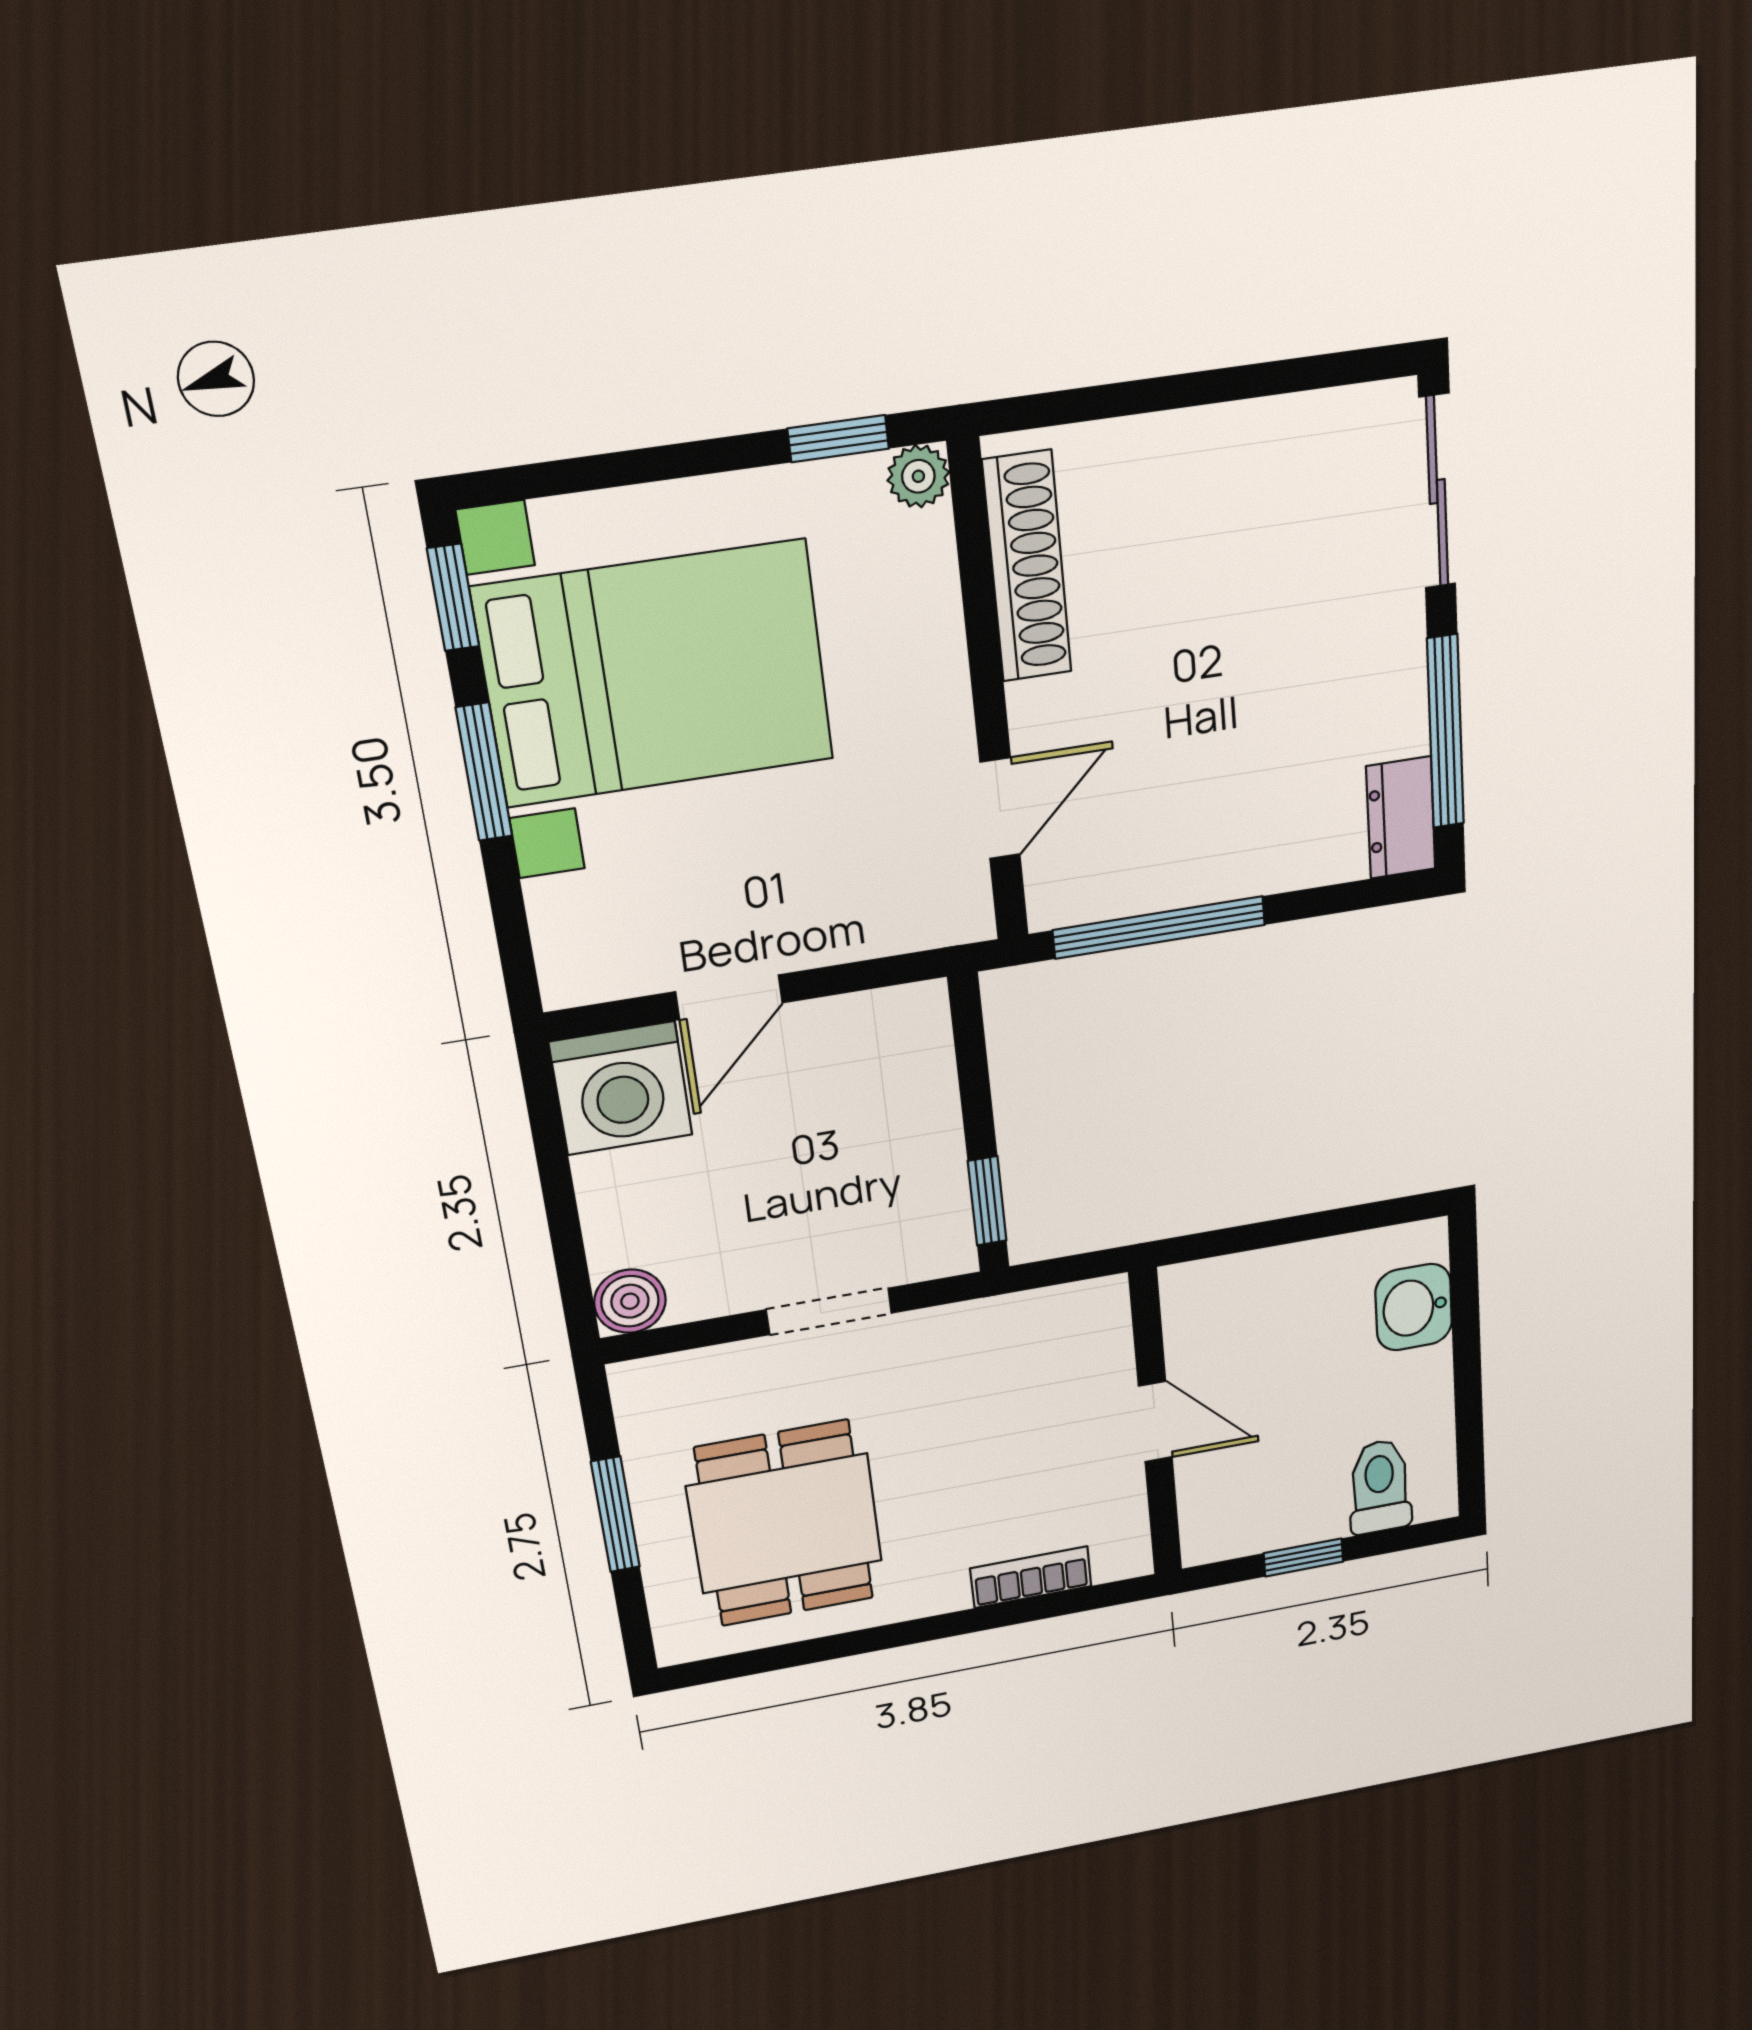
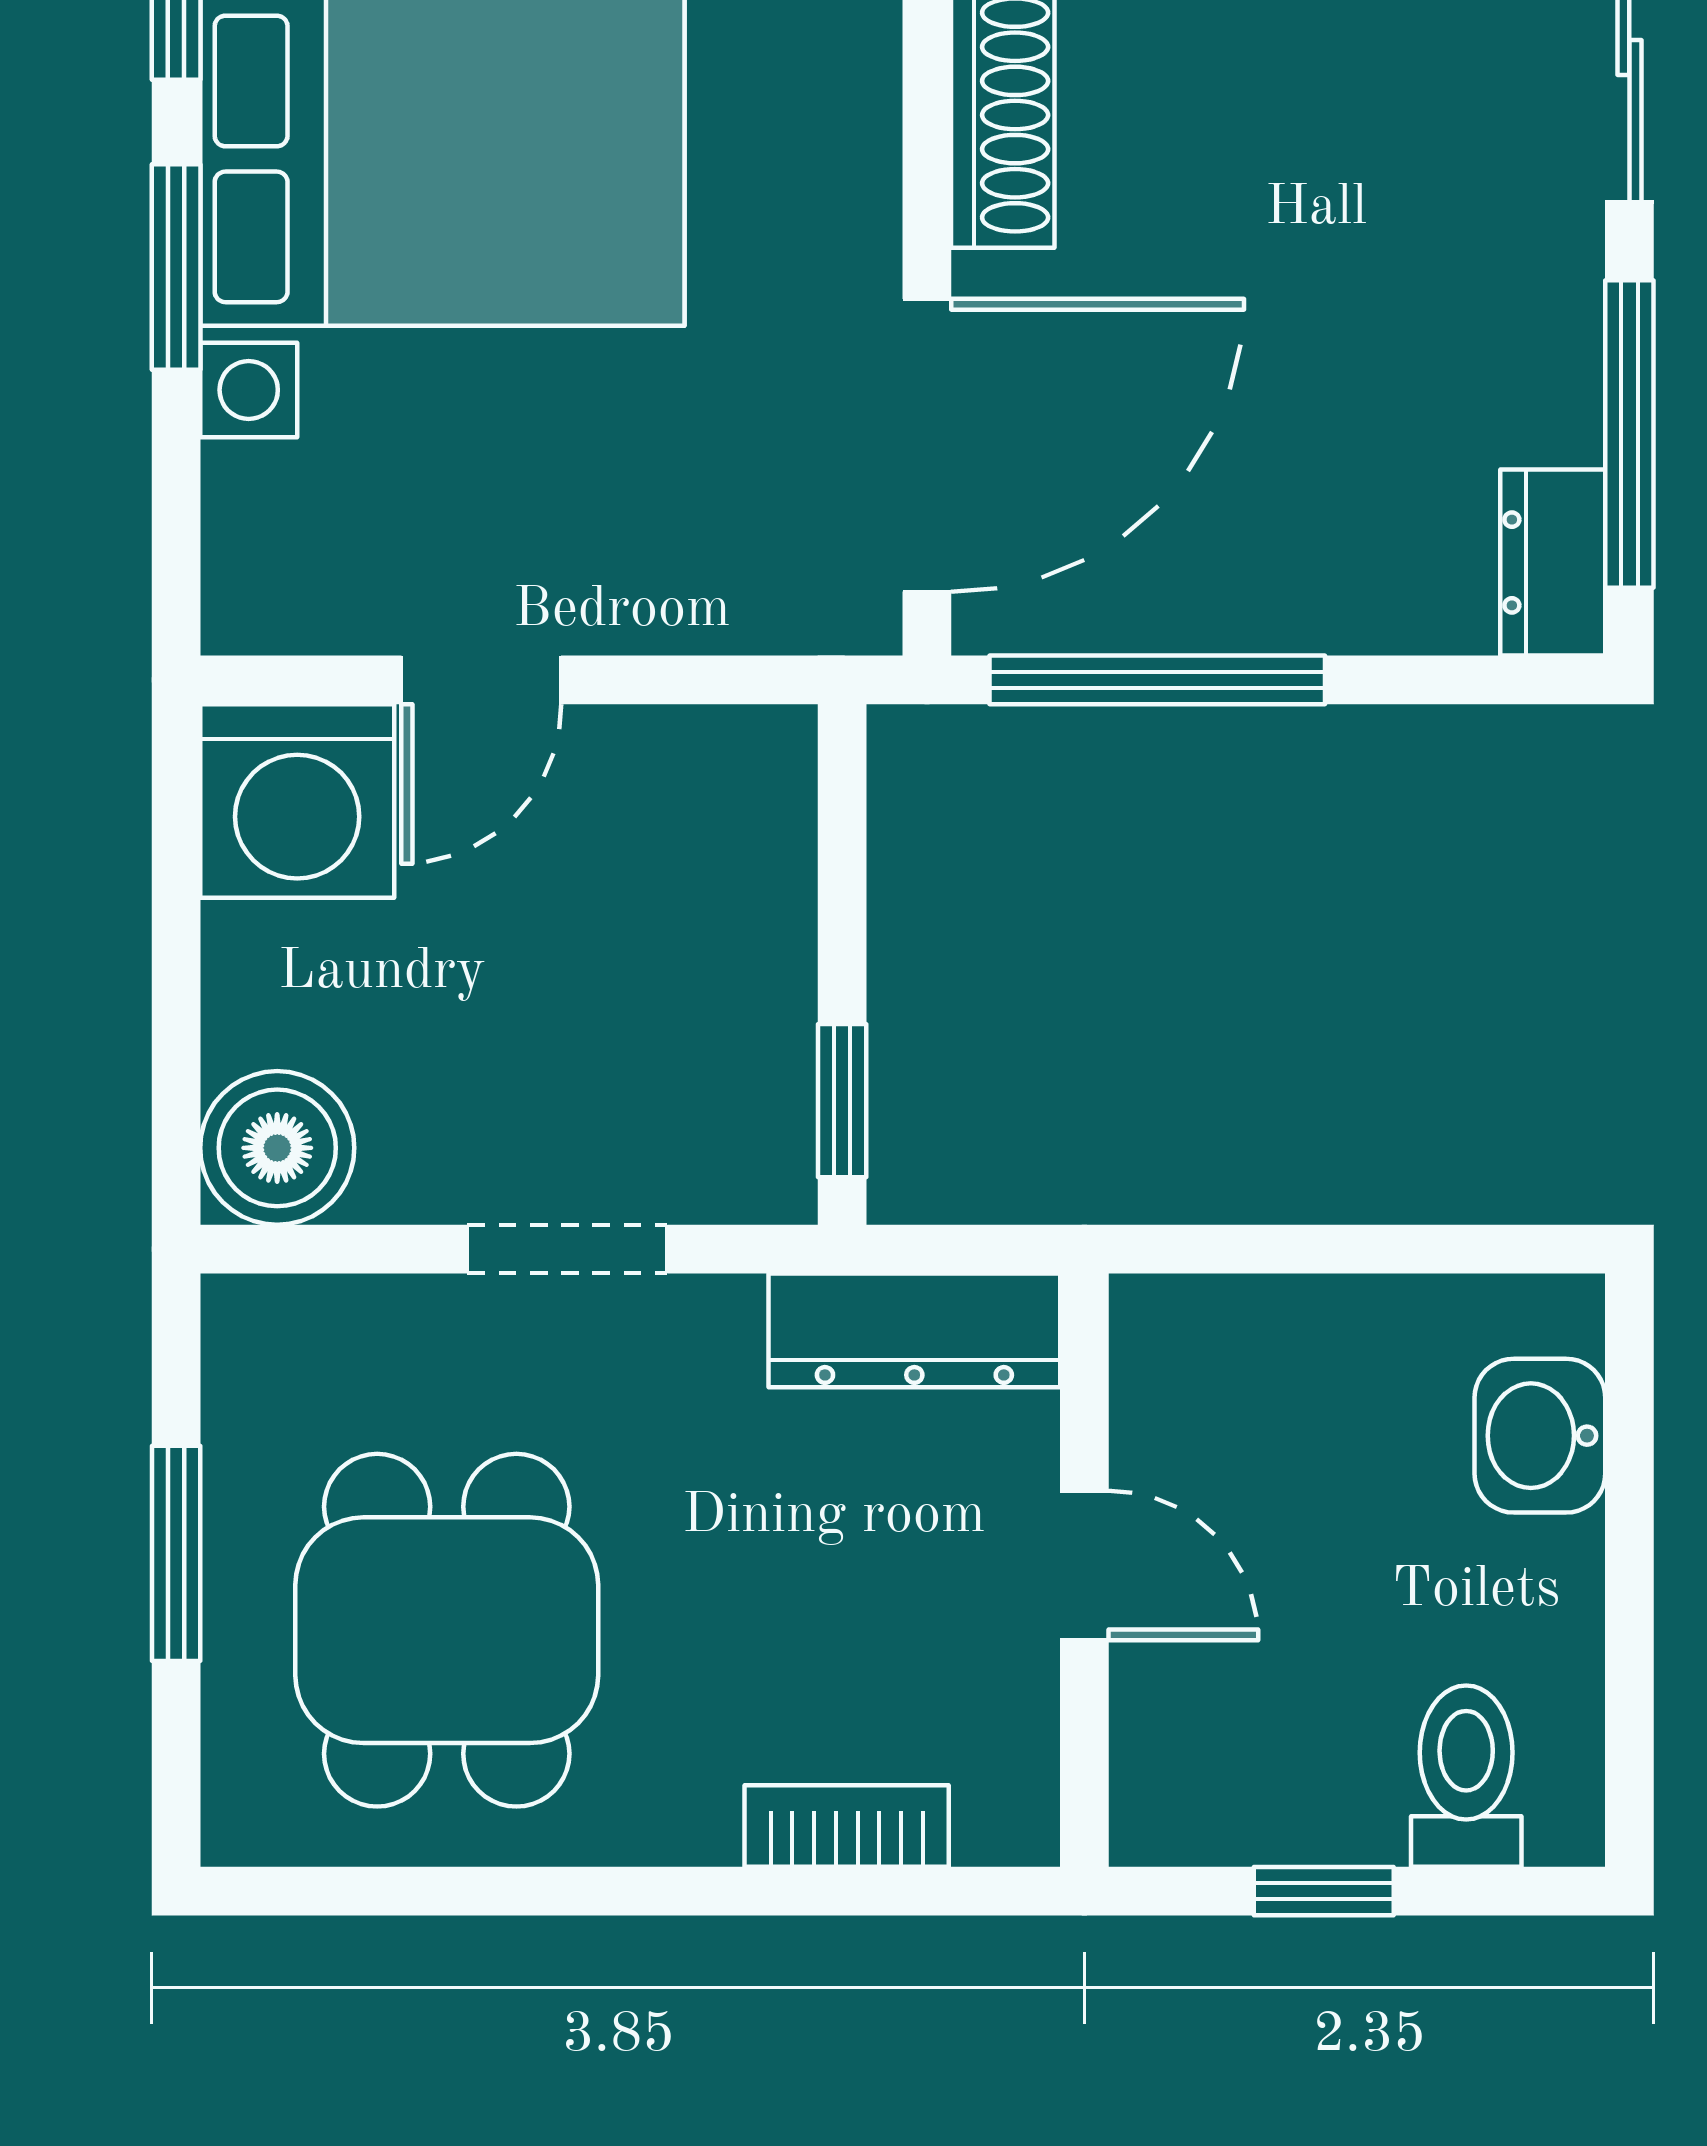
door: (1000, 808) -> (927, 445), width x1.88
boiler: (630, 1301) -> (277, 1148), width x1.36, depth x1.36
dresser: (1044, 1318) -> (914, 1330), added

